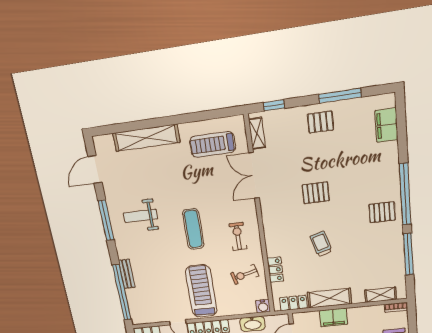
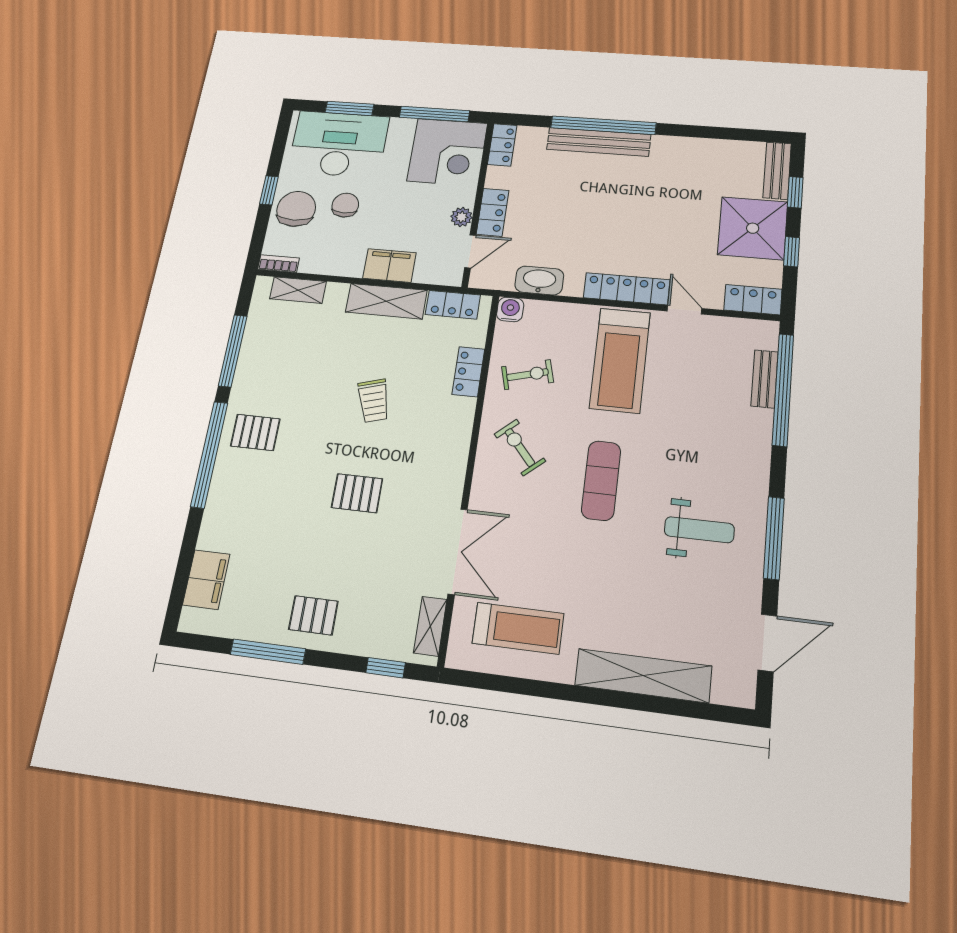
exercise bike: (238, 236) -> (520, 447), turned 139
bench: (127, 274) -> (764, 379), moved

